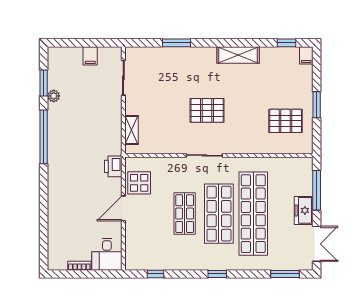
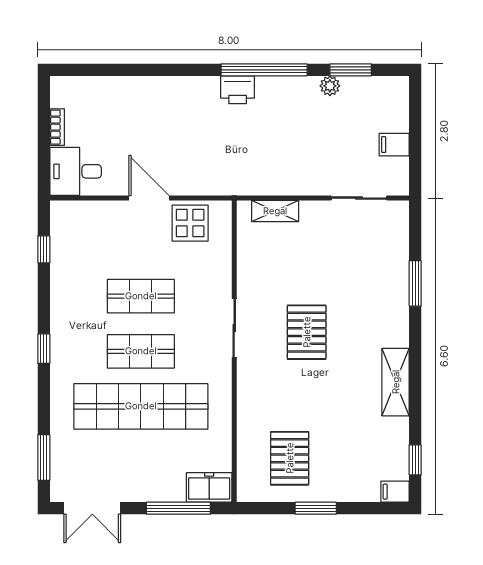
printer: (113, 166) -> (238, 90), moved, turned 180
freezer: (304, 210) -> (209, 487), moved
shop shelf: (219, 214) -> (141, 351), width x0.70, depth x0.74

